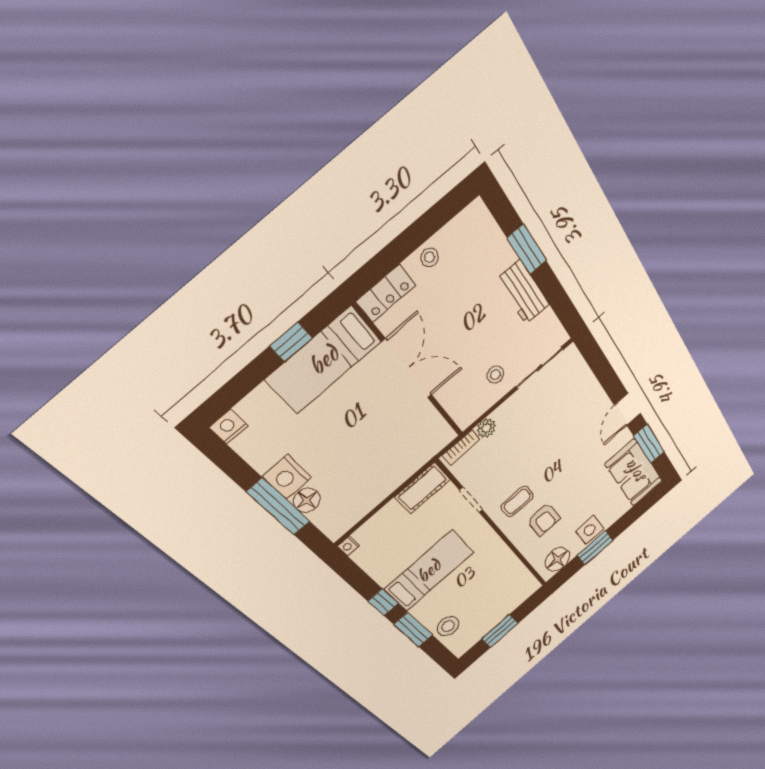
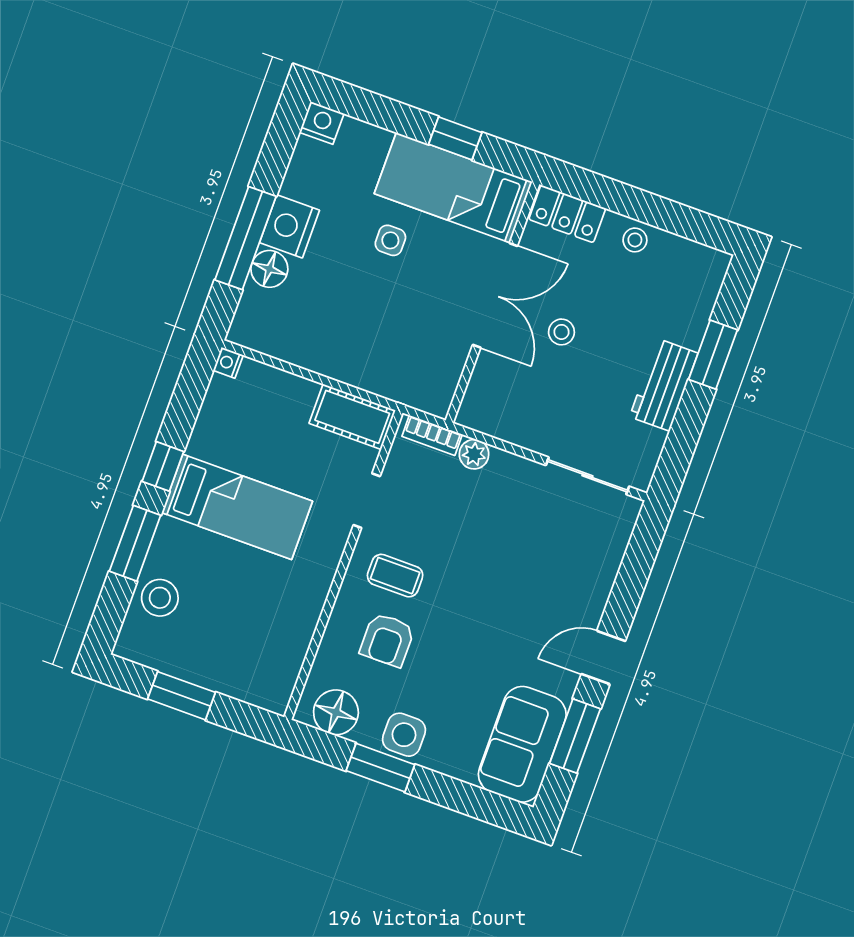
stool: (495, 375) -> (561, 332), moved
side table: (334, 418) -> (390, 240), added

